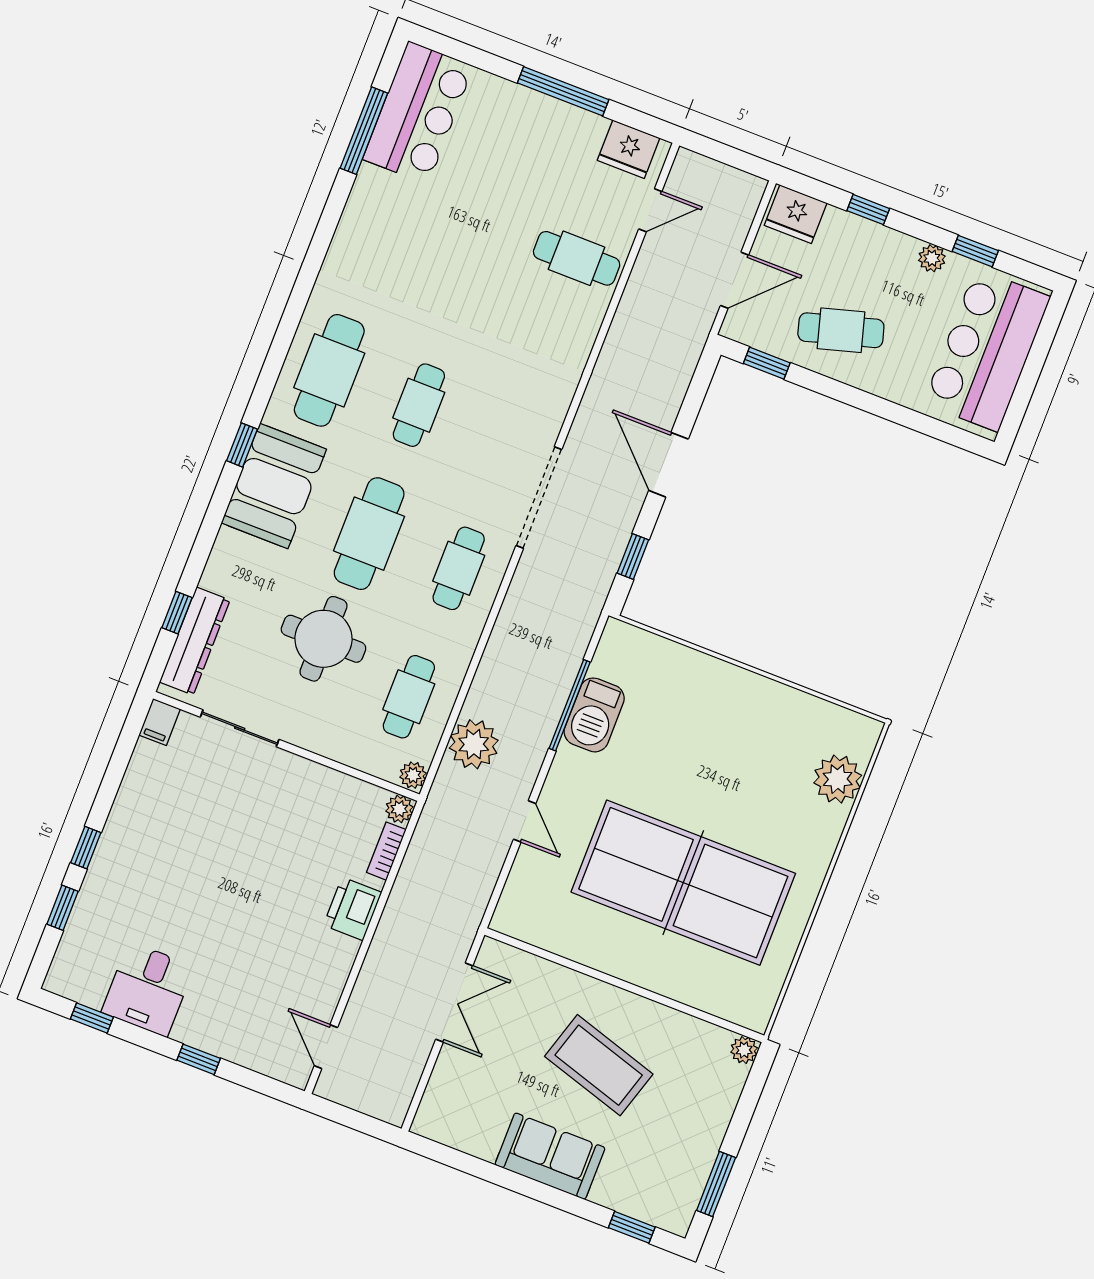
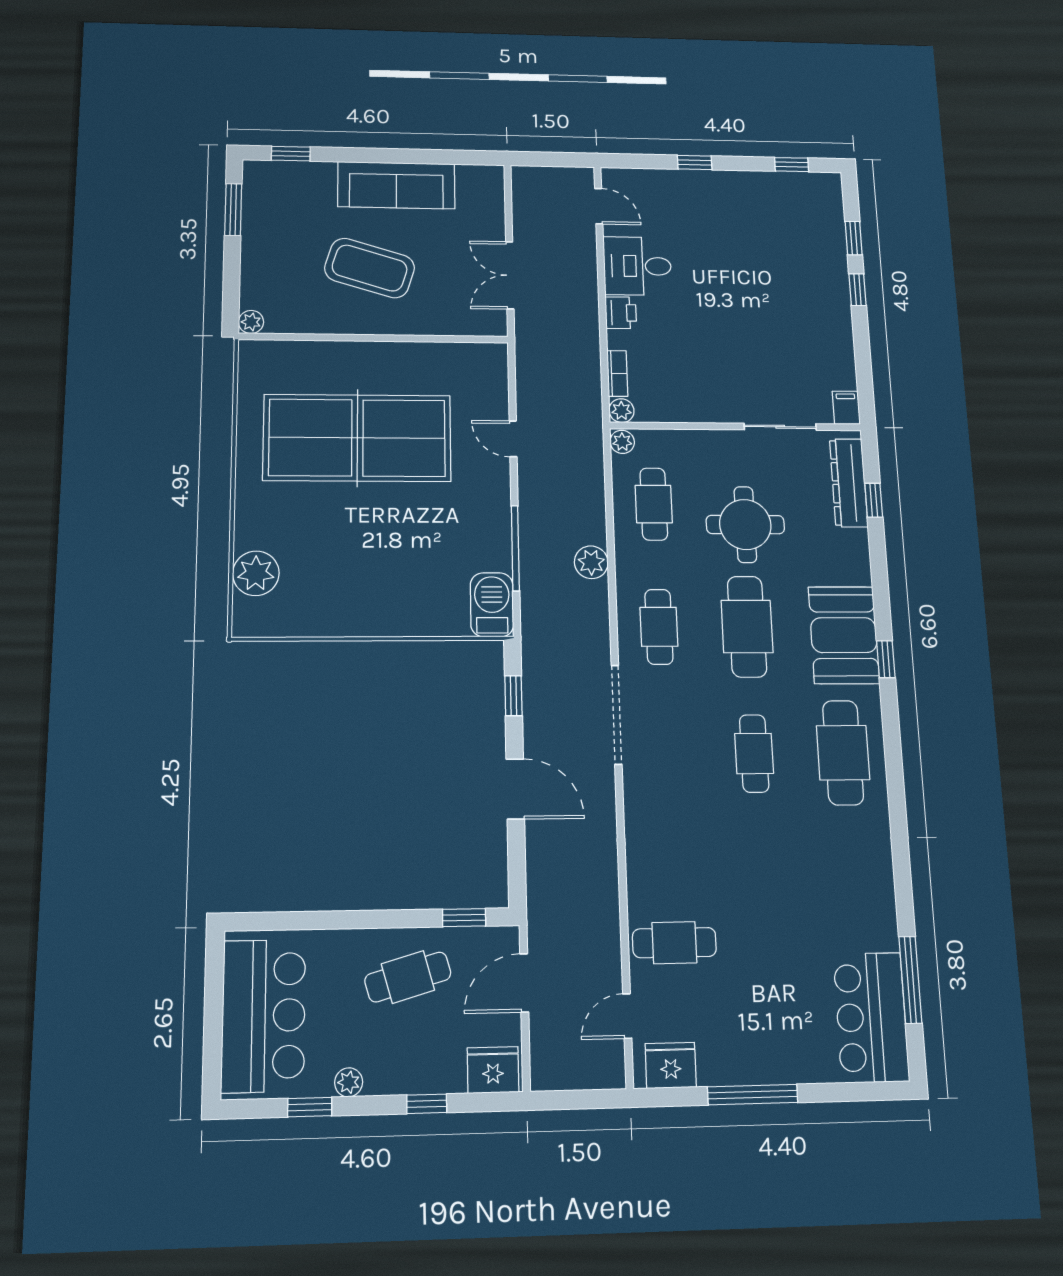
barbecue: (594, 715) -> (492, 605), moved
plant: (474, 744) -> (591, 562), moved, width x0.73, depth x0.73
printer: (353, 909) -> (621, 313), width x0.73, depth x0.81
desk: (148, 989) -> (637, 266), moved, turned -90
sofa: (550, 1156) -> (396, 185), width x1.36

